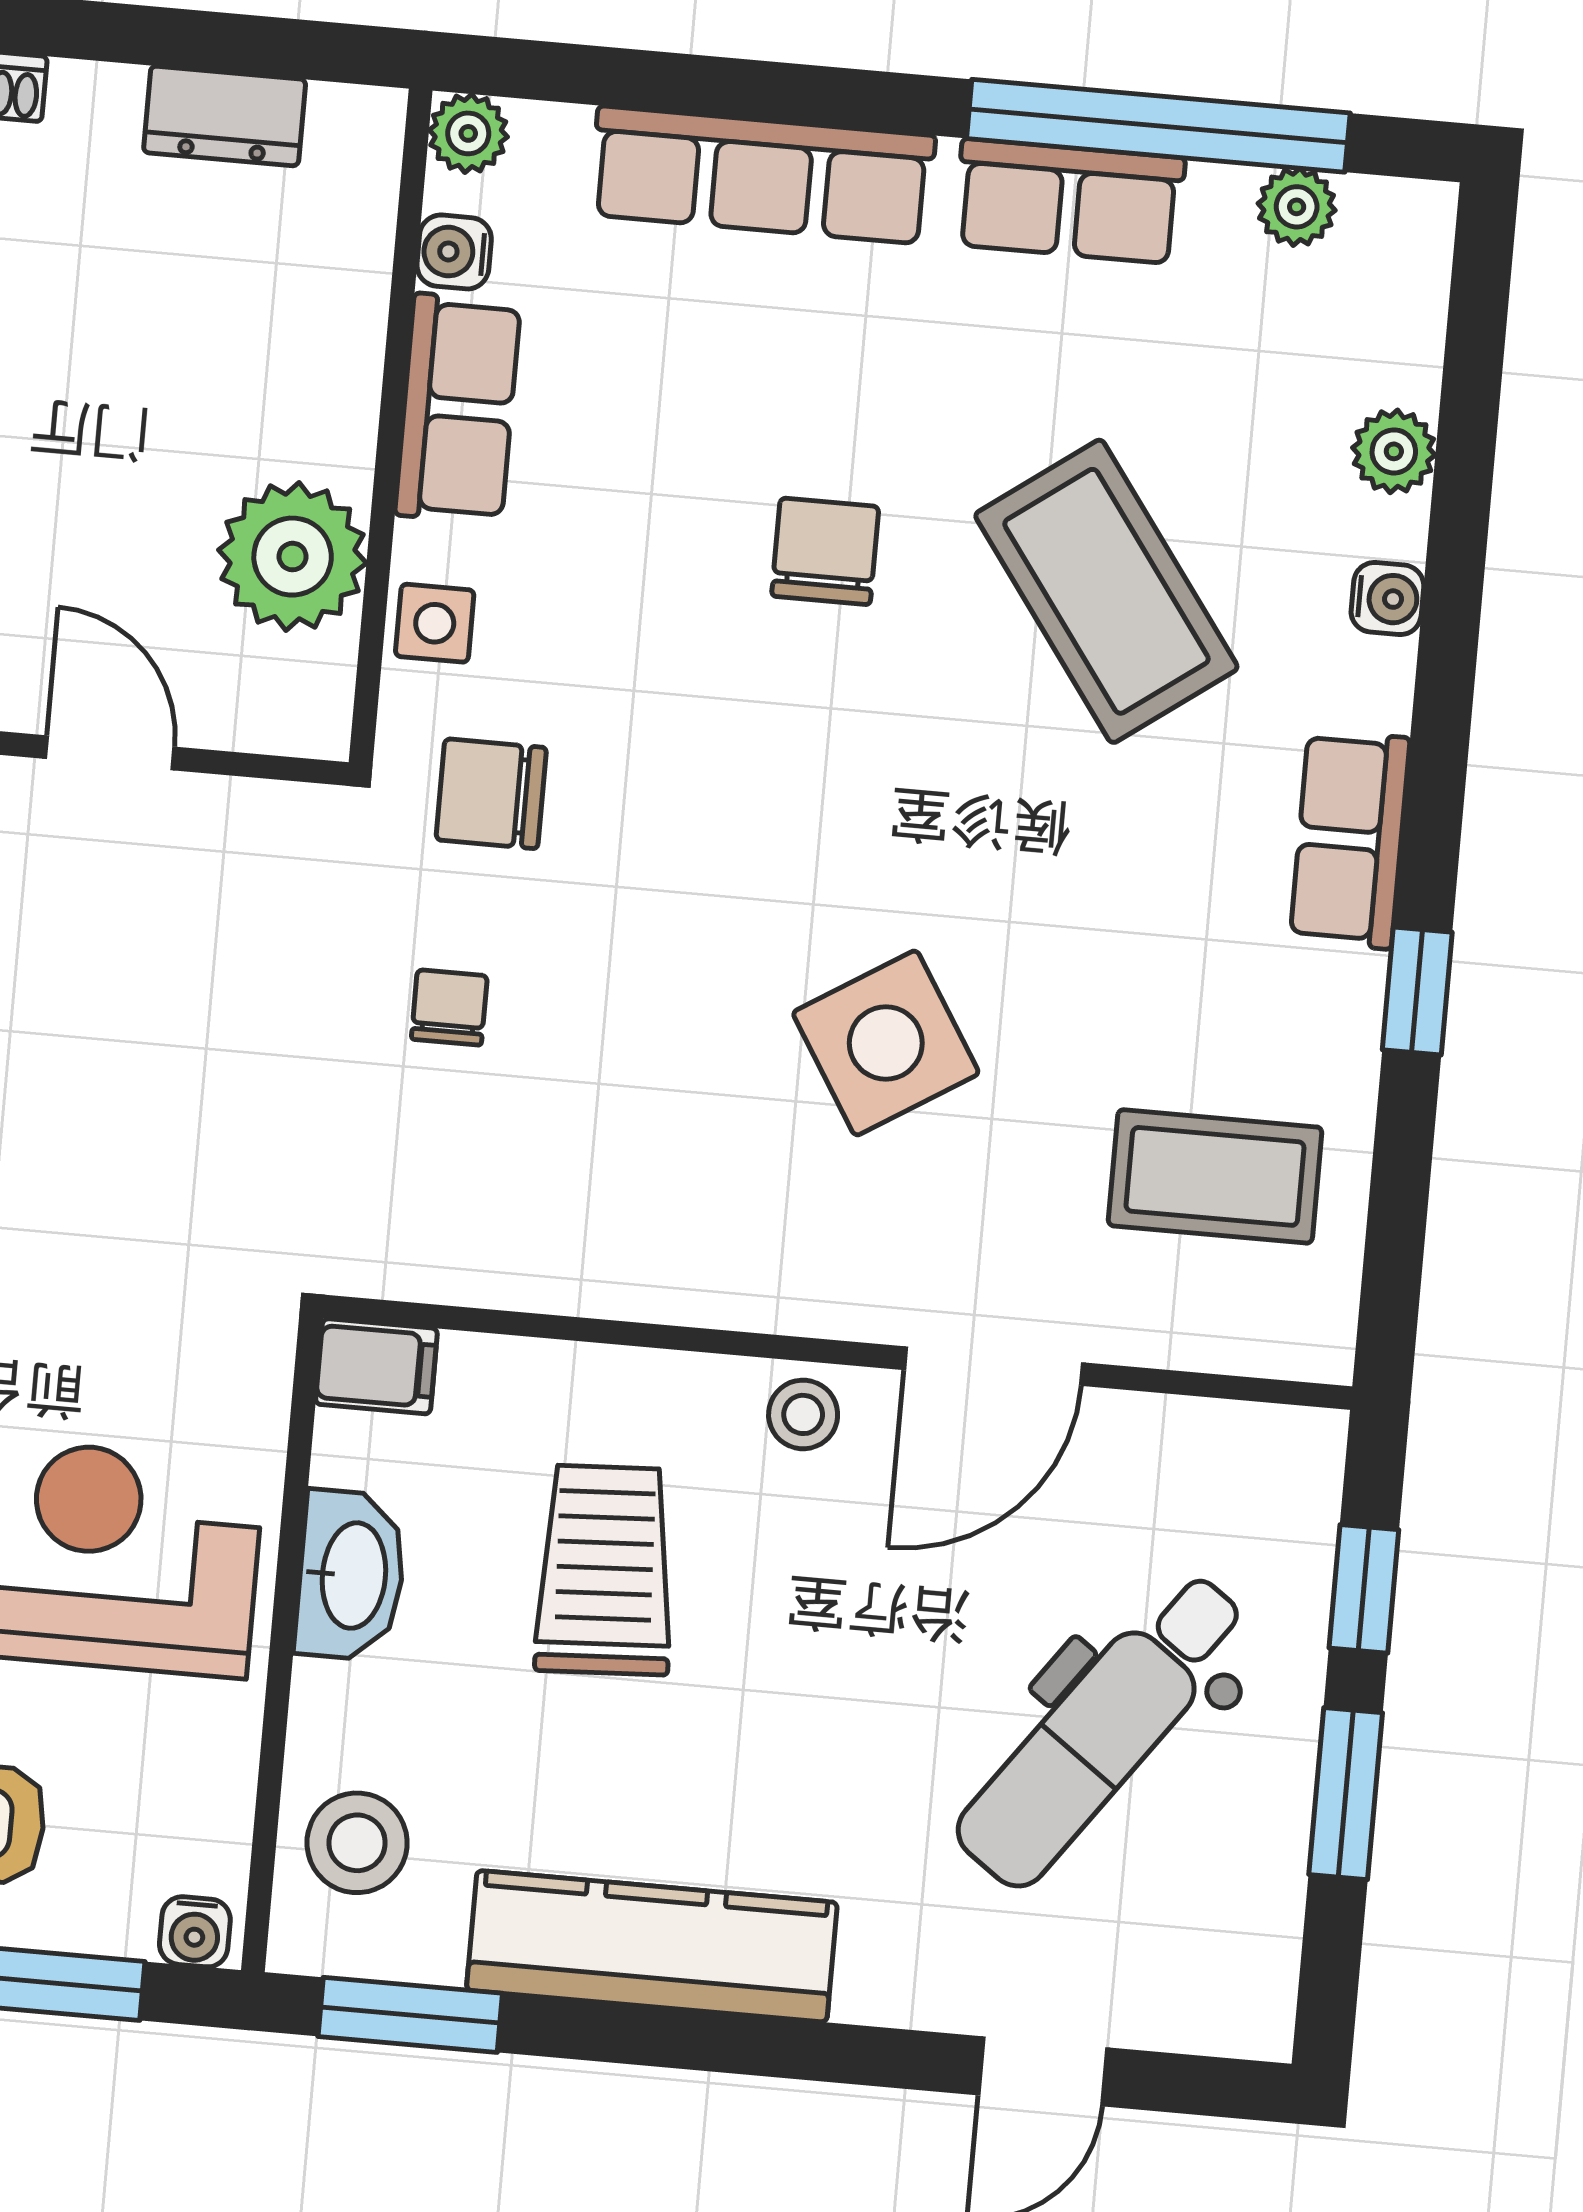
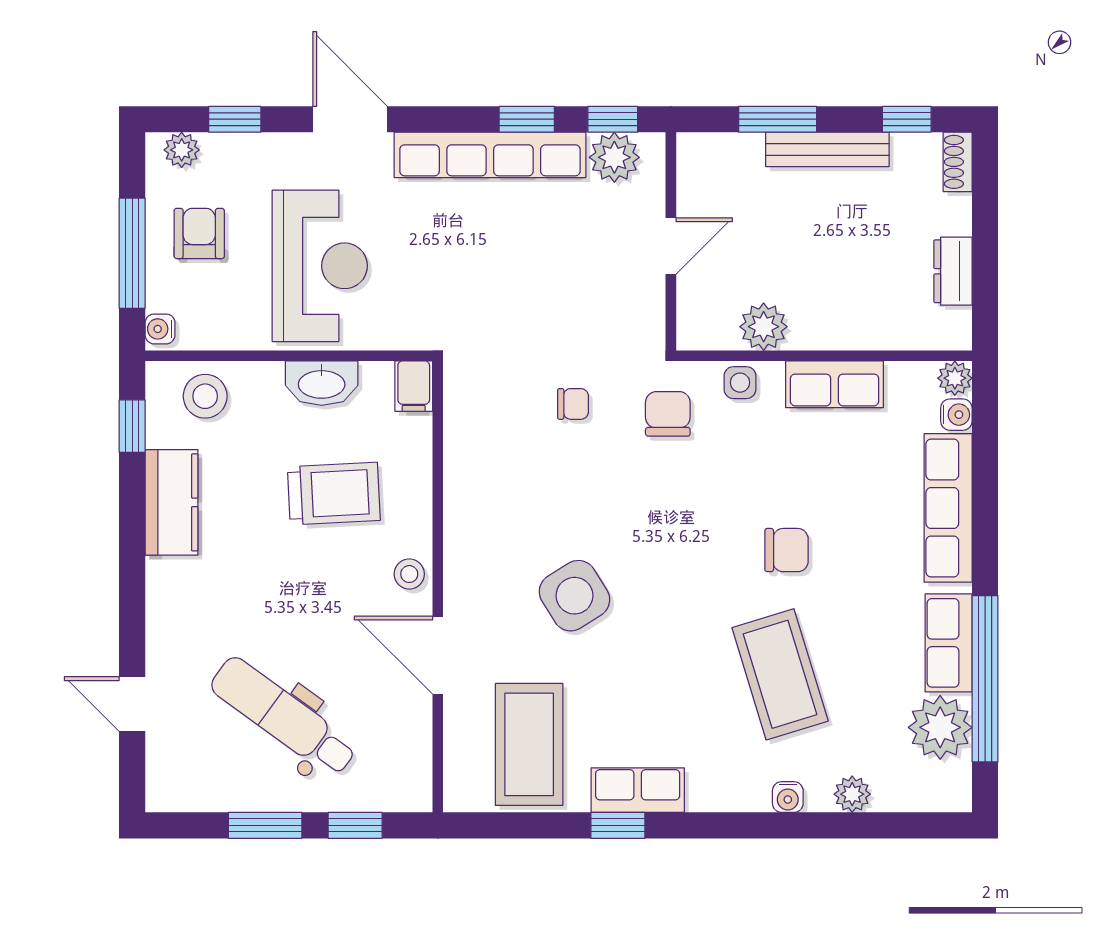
plant: (1297, 207) -> (940, 727), width x1.88, depth x1.88
water cooler: (454, 252) -> (956, 415), moved, turned 90
plant: (293, 557) -> (764, 327), width x0.73, depth x0.73
coffee table: (1106, 591) -> (780, 674), turned -71
row of seats: (1350, 839) -> (638, 790), moved
coffee table: (1215, 1176) -> (529, 744), width x1.36, depth x1.32
kitchen counter: (652, 1946) -> (172, 502), width x0.67
window: (410, 2015) -> (132, 426), width x0.67

